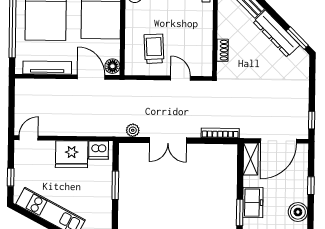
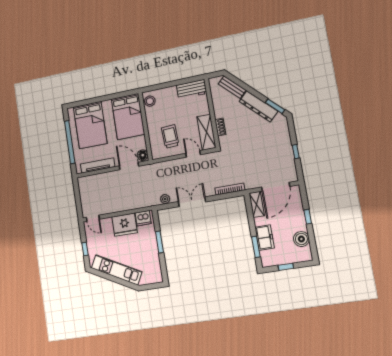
shelving: (203, 53) -> (206, 132), added
window: (312, 120) -> (296, 152), moved
door: (29, 138) -> (93, 218), swing flipped
double door: (168, 140) -> (192, 202), swing flipped

